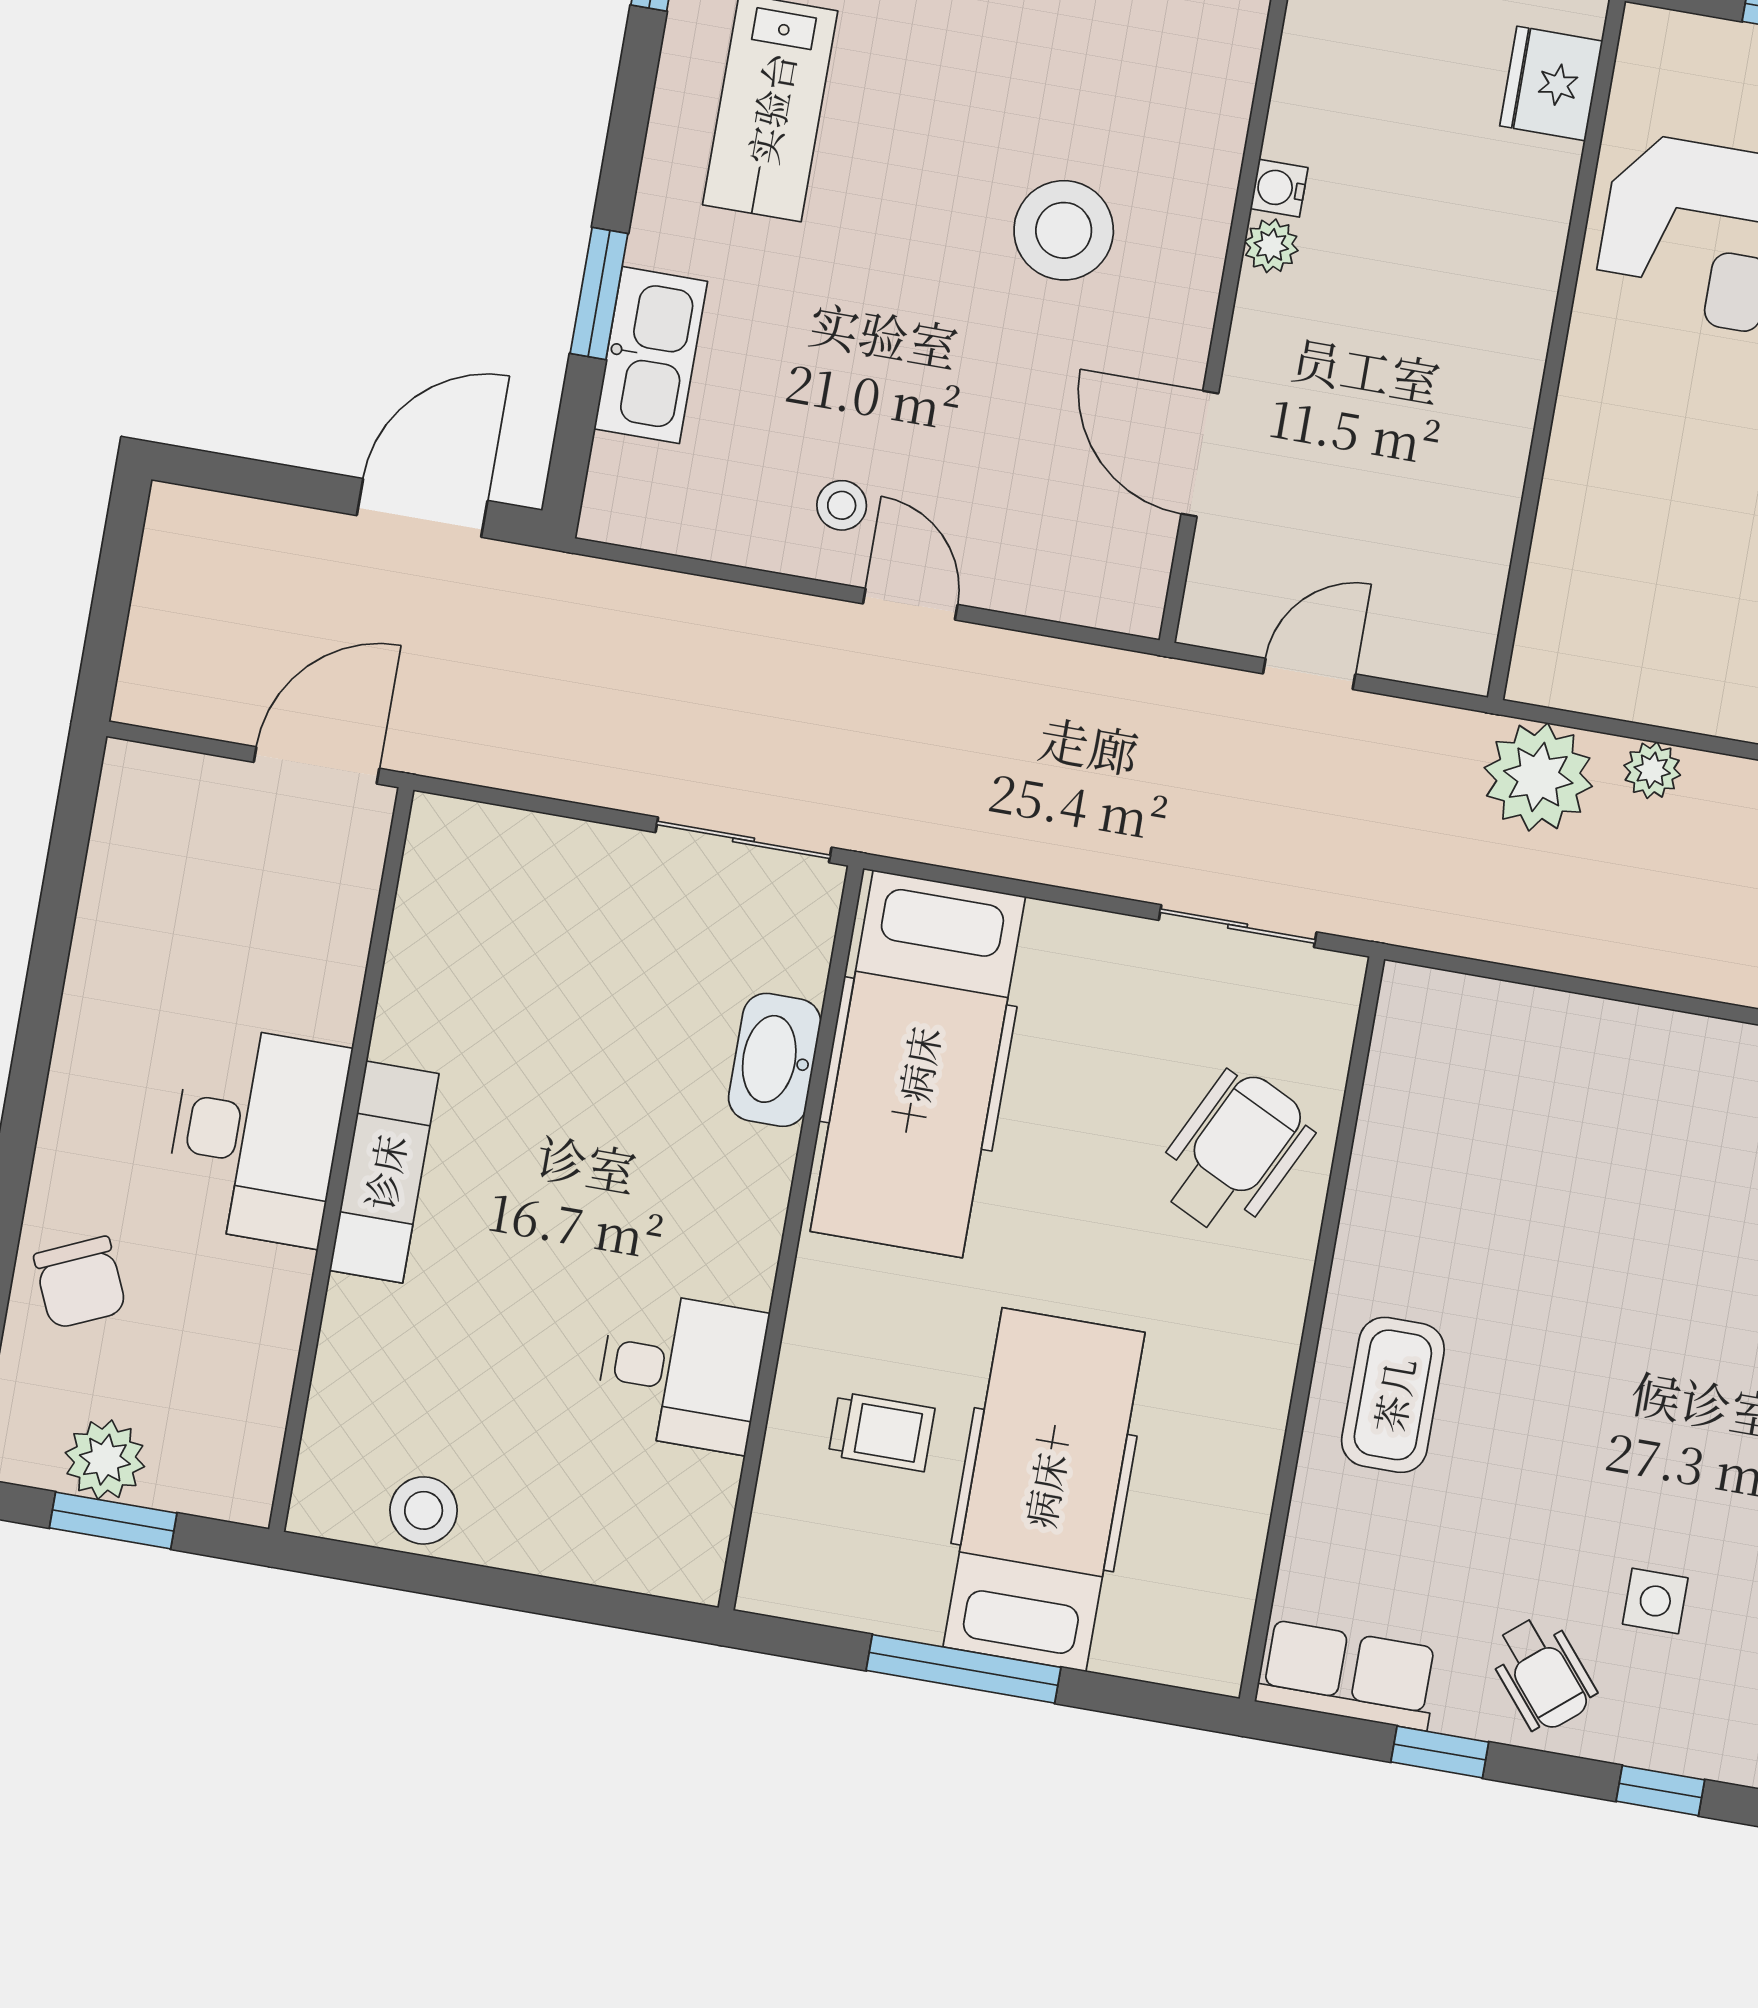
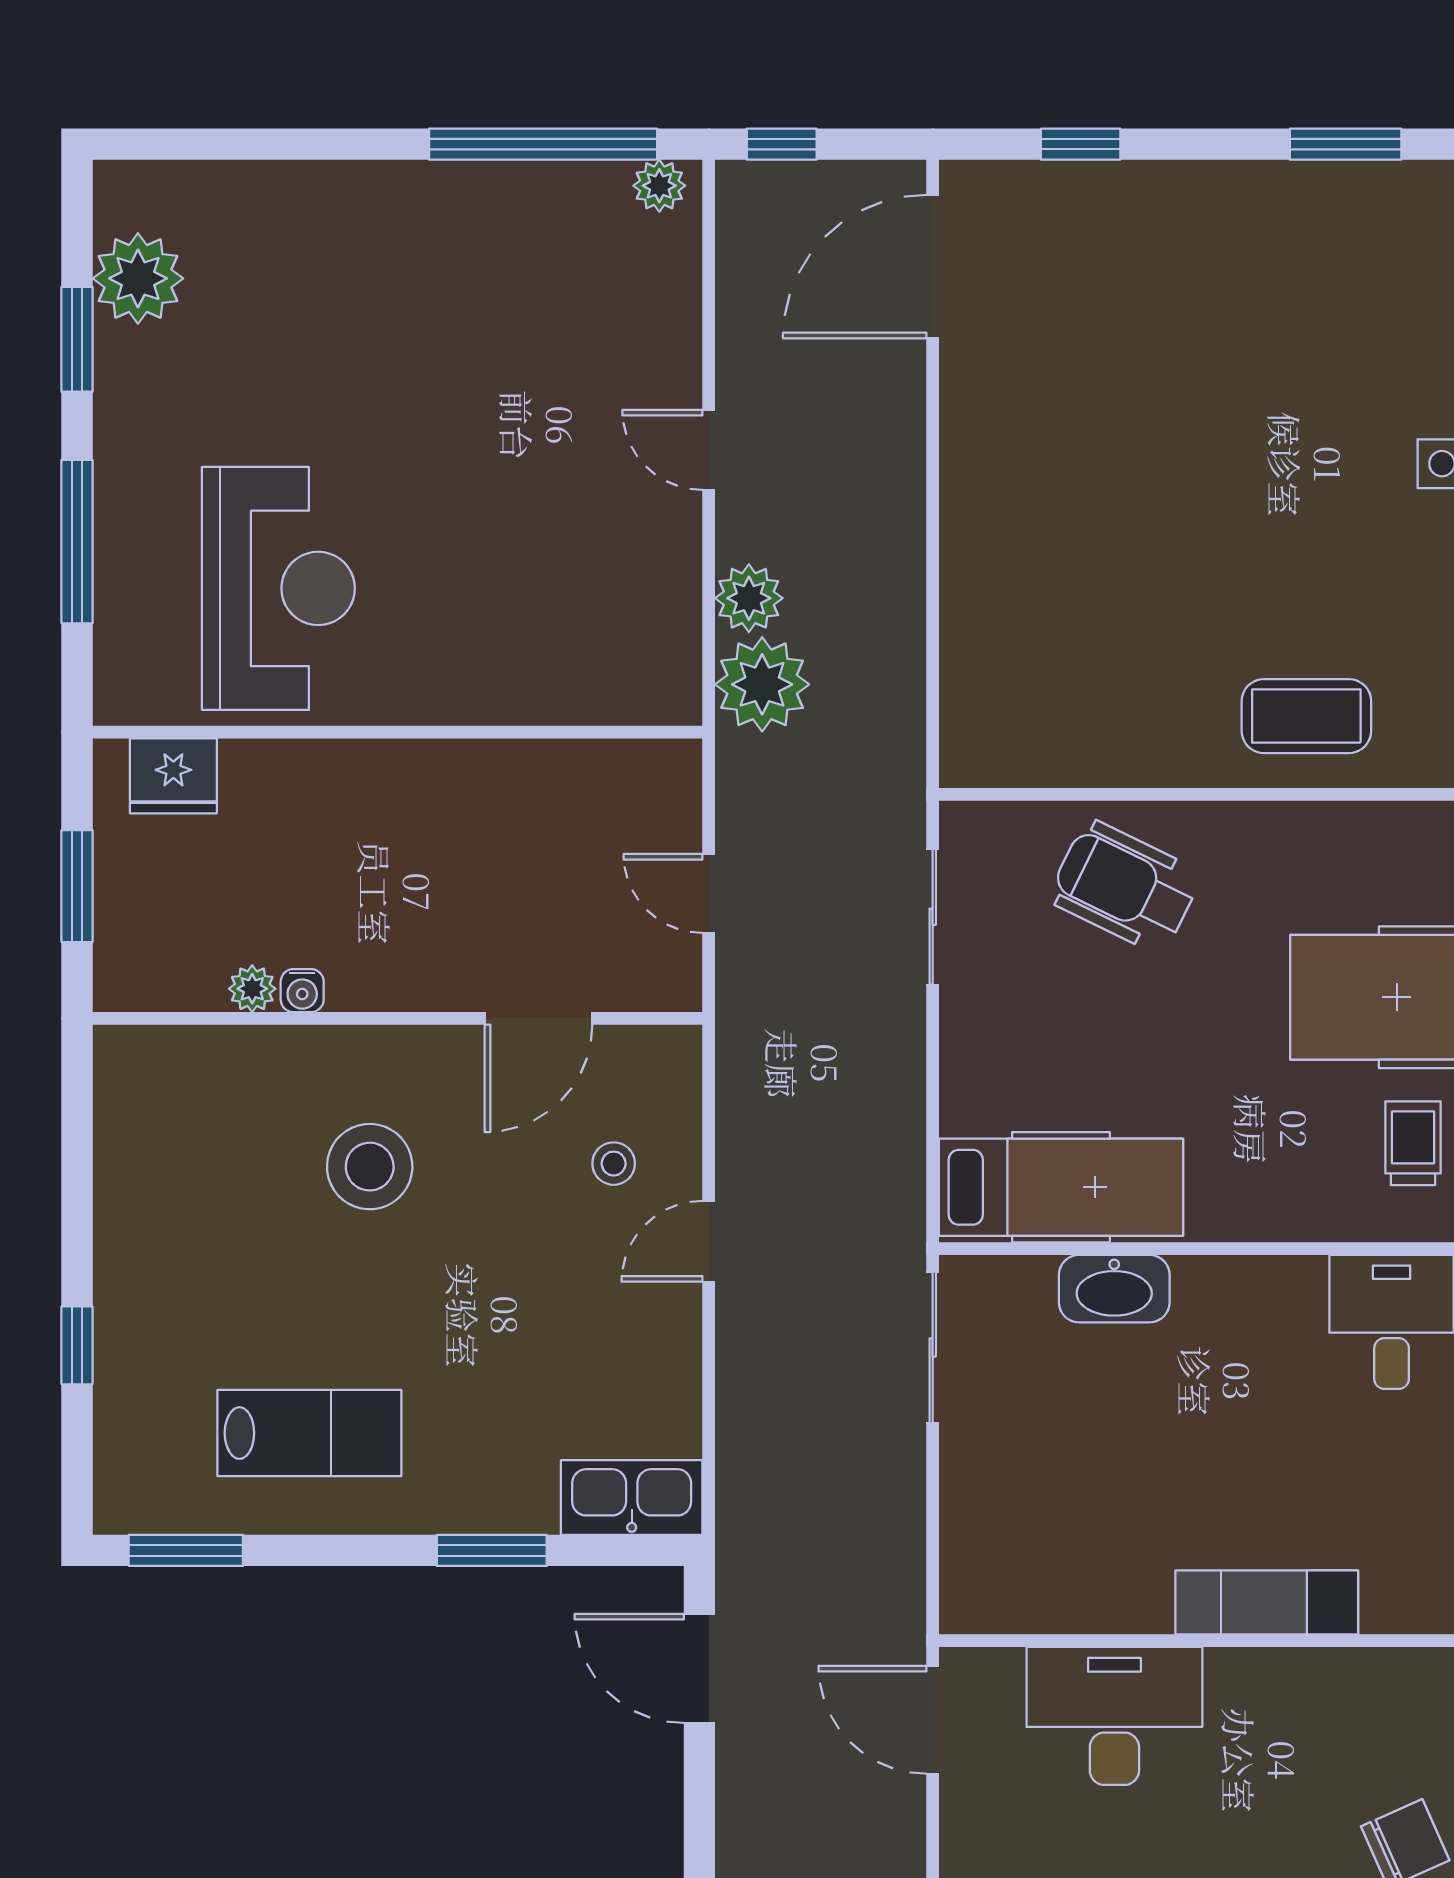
plant: (1271, 246) -> (252, 989), moved
kitchen sink: (651, 355) -> (632, 1498), moved
stool: (842, 505) -> (614, 1164), moved
plant: (1652, 770) -> (749, 598), width x1.38, depth x1.38
hospital bed: (918, 1064) -> (1061, 1187), width x0.73, depth x0.78
desk: (256, 1135) -> (1114, 1716), moved

